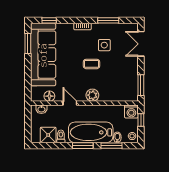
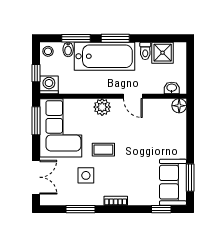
sofa: (43, 55) -> (173, 182), width x0.54, depth x0.79
corner sofa: (123, 80) -> (61, 128), added
floor lamp: (49, 96) -> (179, 106), moved

